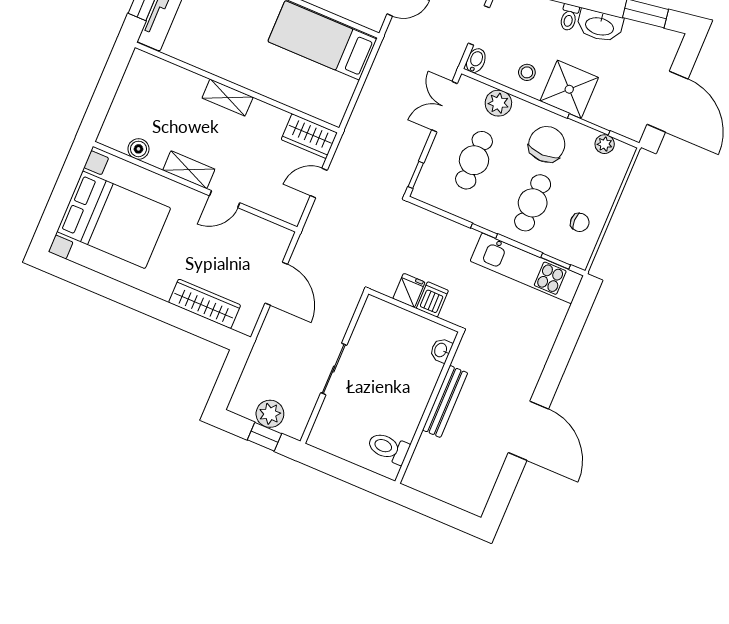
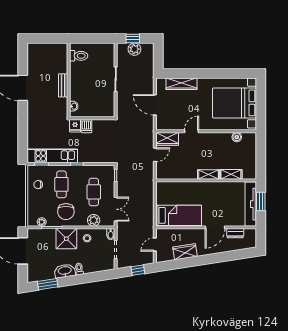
wardrobe: (309, 136) -> (167, 139), moved, turned 180
shelving: (189, 170) -> (231, 174), moved
fridge: (409, 290) -> (75, 126), moved
bench: (445, 401) -> (63, 85), width x0.73

